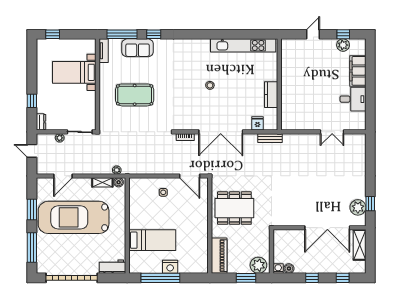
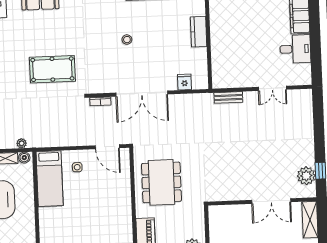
pool table: (135, 95) -> (52, 69), moved
kitchen counter: (271, 95) -> (199, 32), moved
bench: (270, 138) -> (228, 97), moved
dining table: (234, 208) -> (161, 182), turned 90
double door: (327, 228) -> (271, 201), width x0.73
bed: (152, 240) -> (50, 179), moved, turned 90

